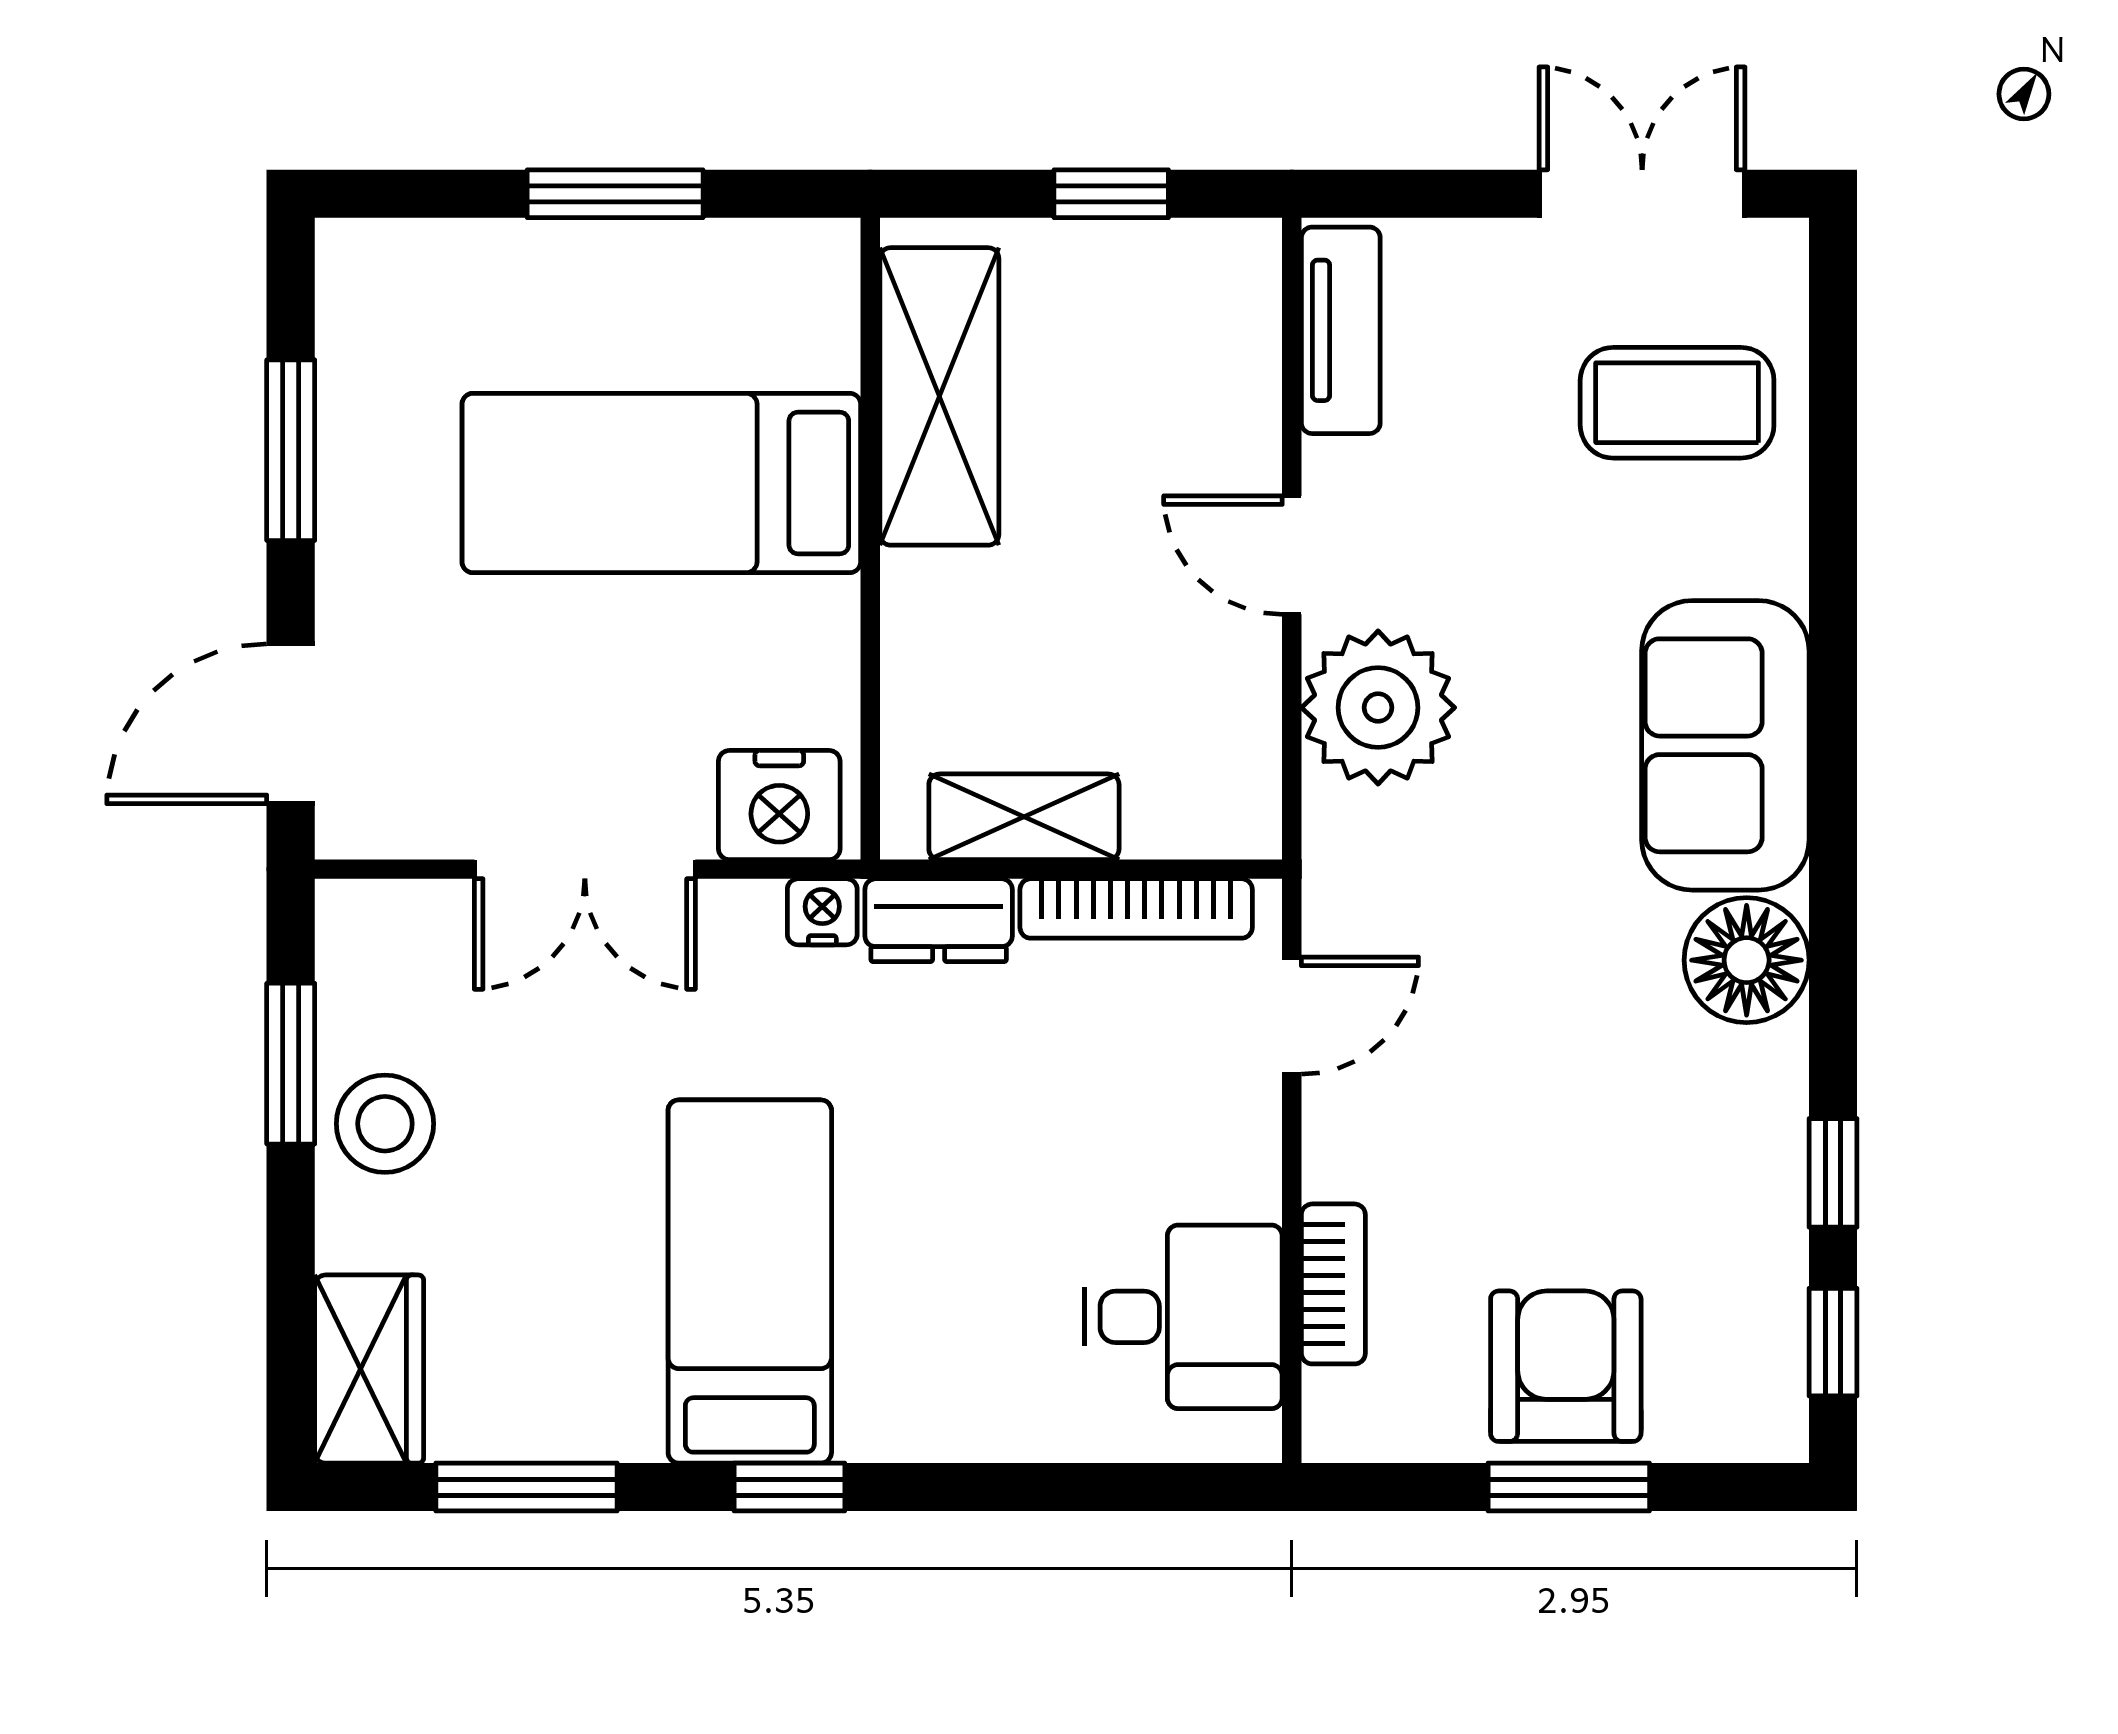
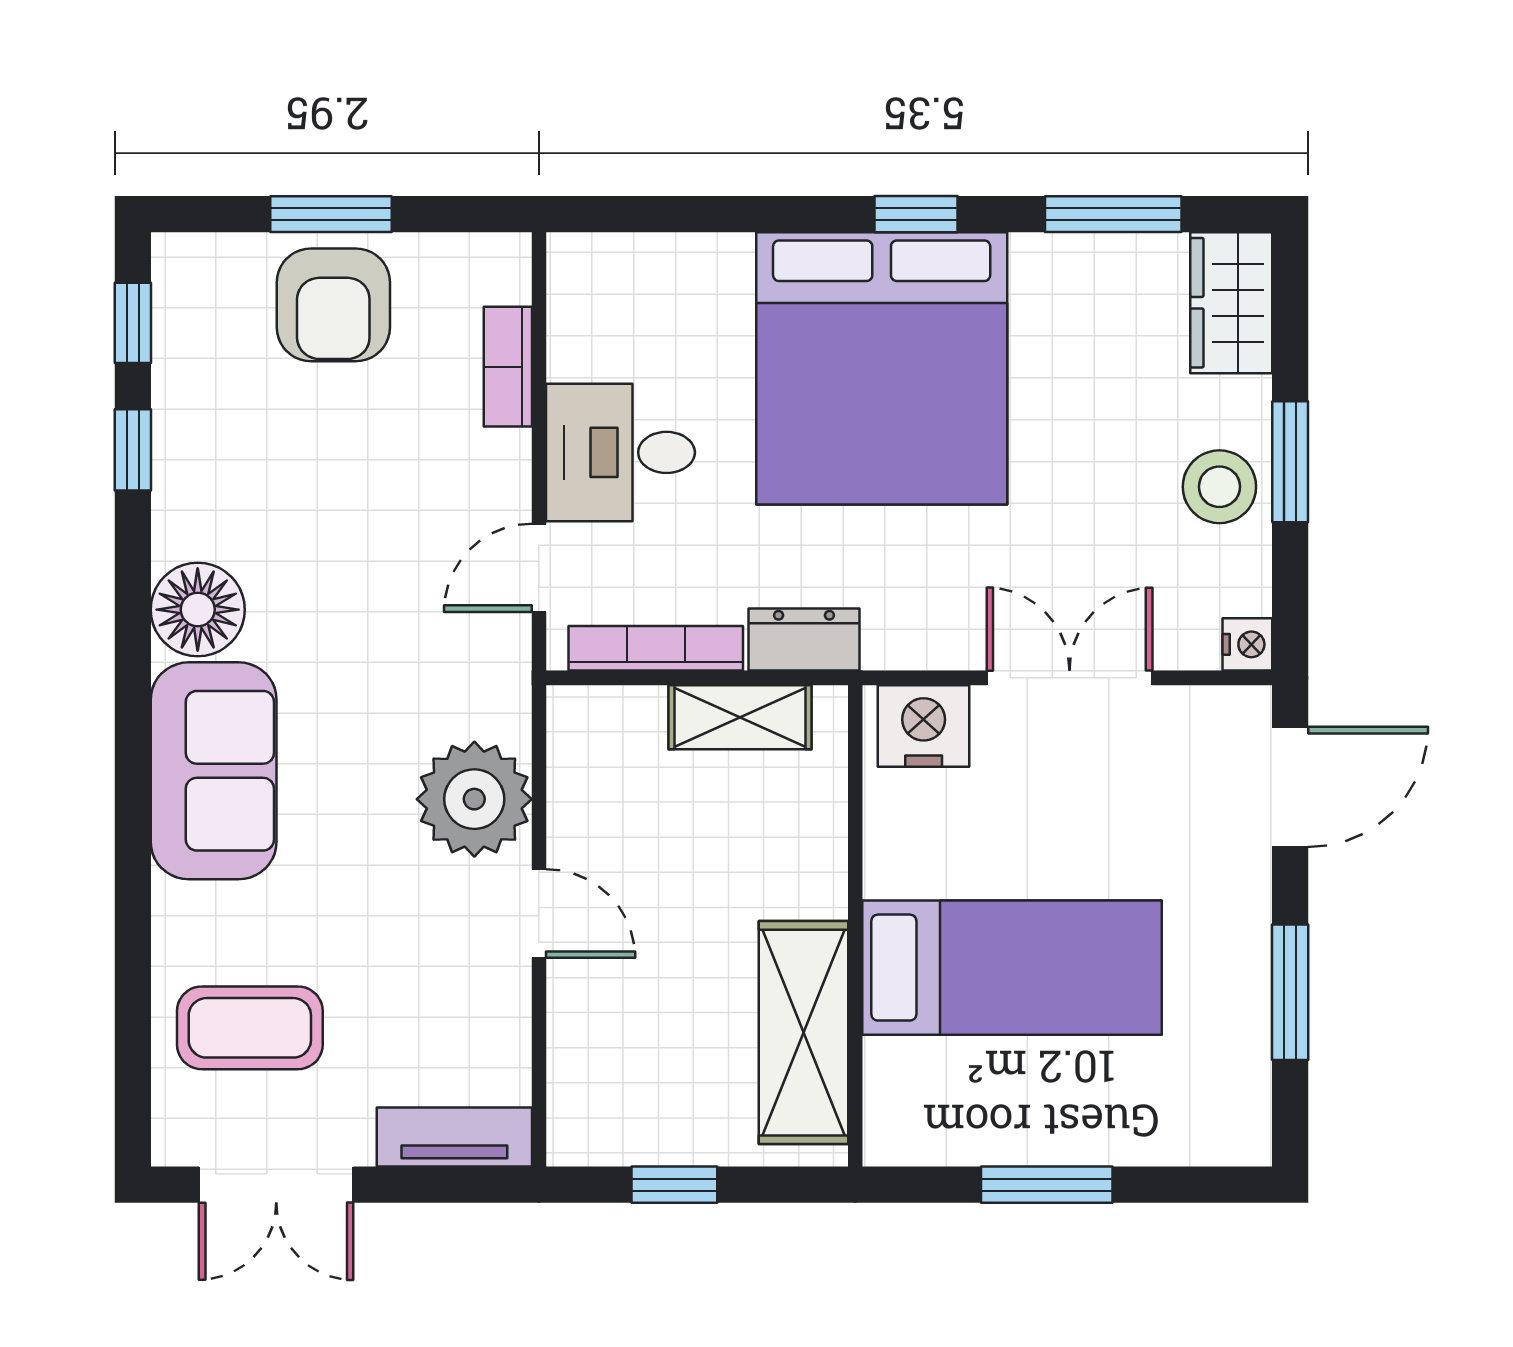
tv unit: (1341, 330) -> (454, 1137), moved, turned 90
nightstand: (822, 912) -> (1247, 644), moved, turned -90
window: (291, 1064) -> (1290, 462), moved
bed: (750, 1281) -> (882, 368), width x2.04
desk: (1183, 1317) -> (620, 452), moved

